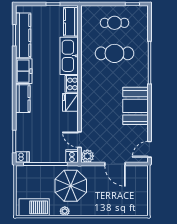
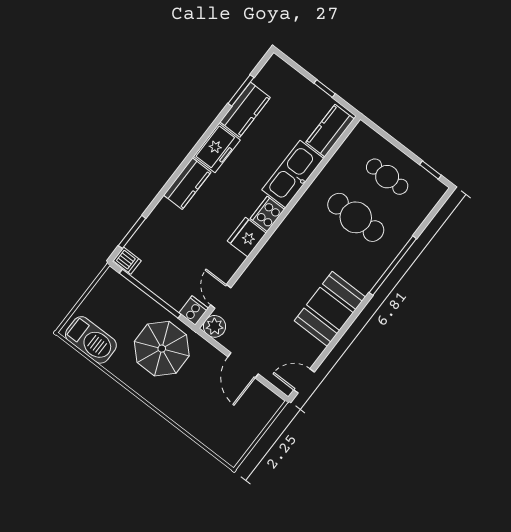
kitchen counter: (23, 35) -> (245, 110), width x0.67
plant: (65, 211) -> (128, 376), removed

